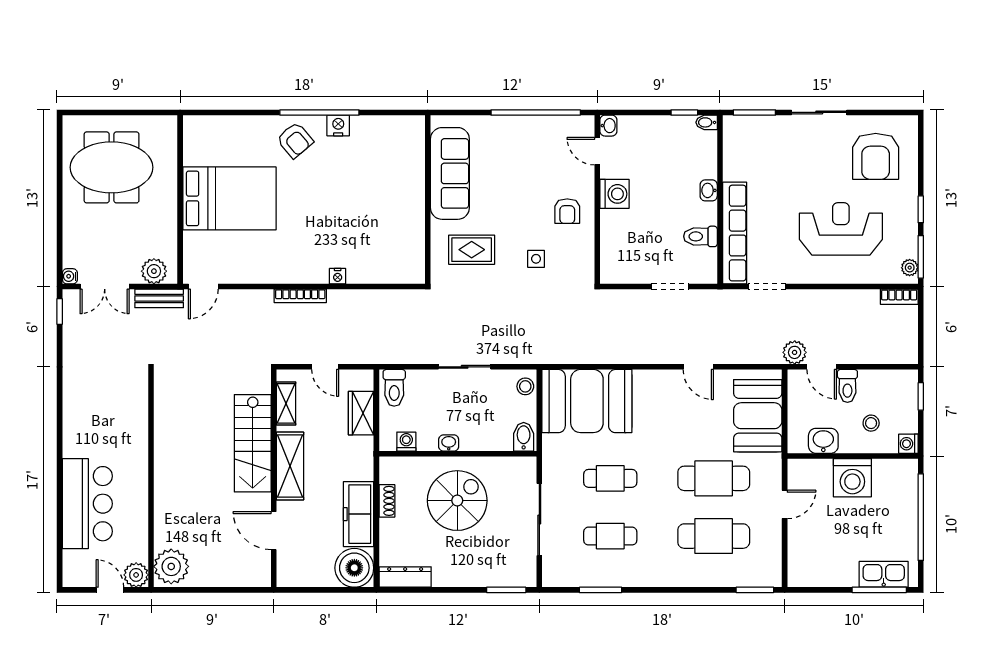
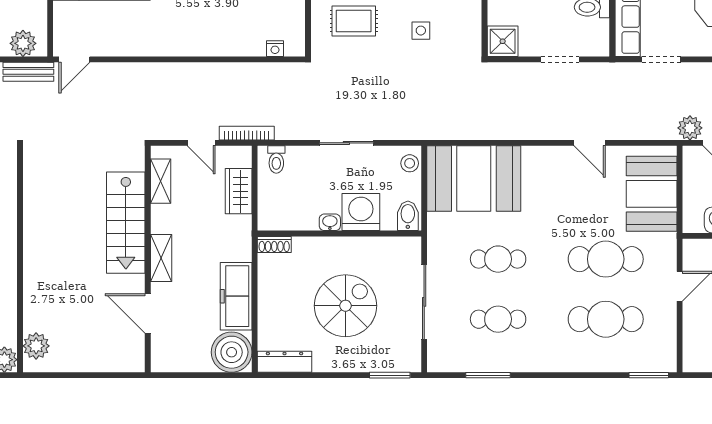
shower: (615, 269) -> (503, 41), added
nightstand: (338, 276) -> (275, 49), moved
bookcase: (300, 296) -> (247, 133), moved, turned 180
toilet: (394, 388) -> (276, 160), width x0.73, depth x0.72
washing machine: (406, 442) -> (361, 212), moved, width x1.89, depth x1.89
shelving: (290, 466) -> (161, 258), width x0.67, depth x0.75
shoe rack: (387, 501) -> (274, 244), moved, turned 90
spiral stairs: (457, 501) -> (345, 306), moved
plant: (171, 566) -> (36, 346), width x0.73, depth x0.73

